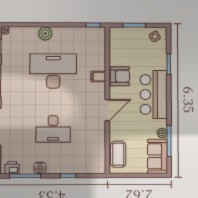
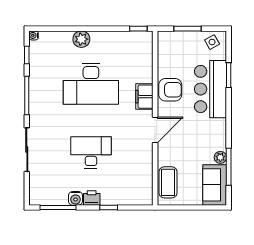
desk: (53, 71) -> (91, 84), turned 180
filing cabinet: (98, 77) -> (144, 97), width x2.00
bar counter: (154, 95) -> (210, 89), moved
desk: (53, 129) -> (91, 152), turned 180
printer: (12, 168) -> (92, 198), moved

